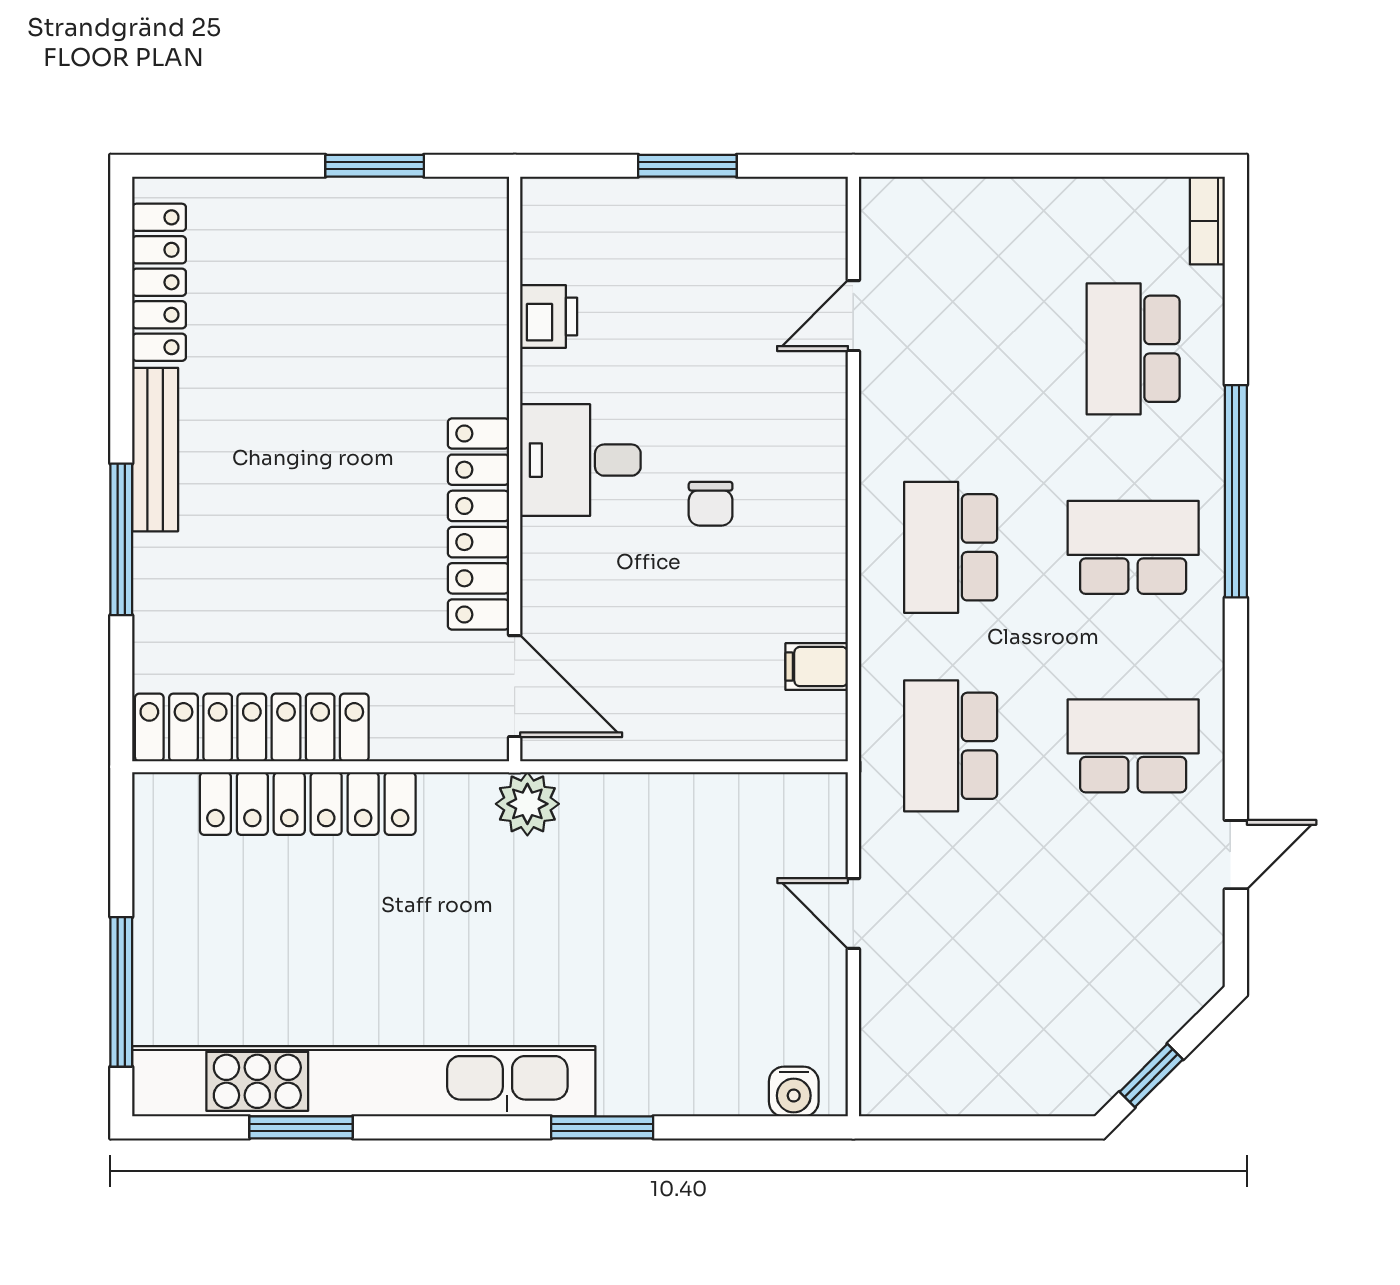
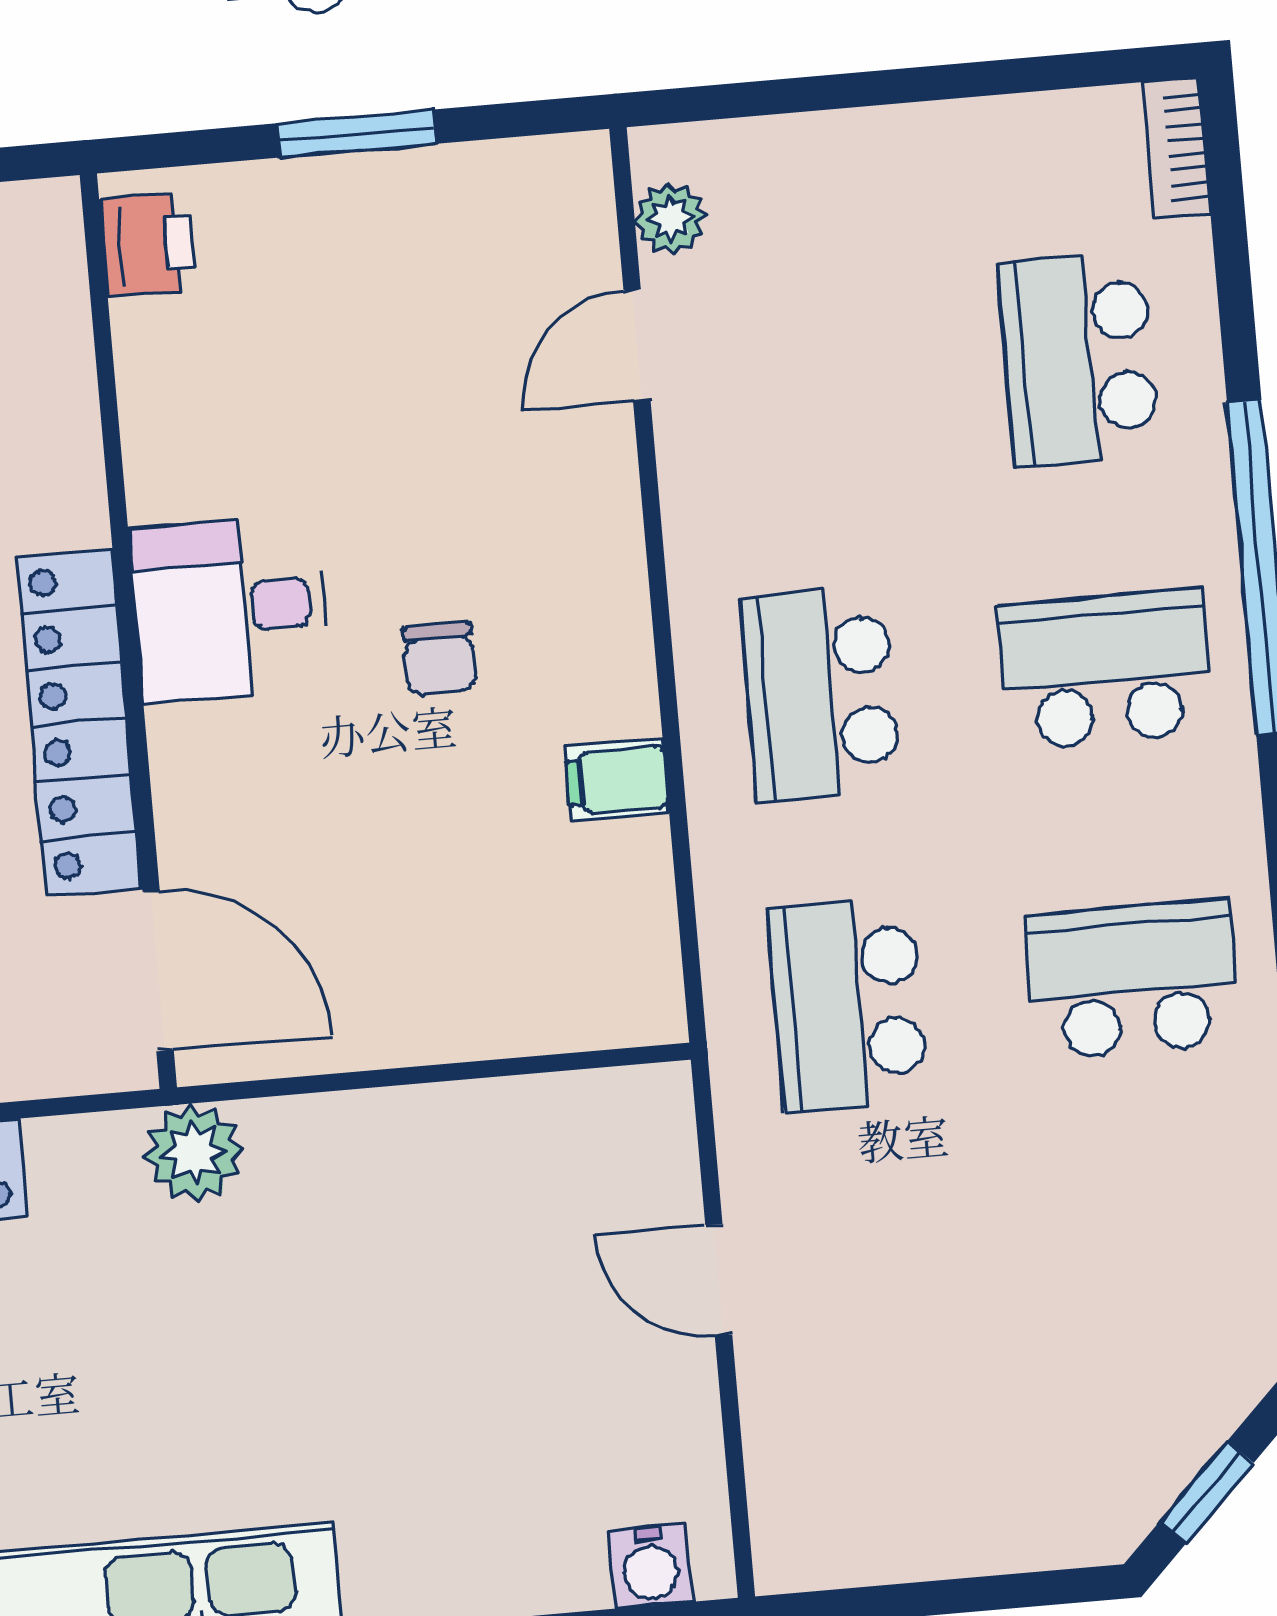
plant: (882, 237) -> (671, 219), added
printer: (549, 317) -> (148, 245), moved
filing cabinet: (817, 667) -> (617, 780), moved

